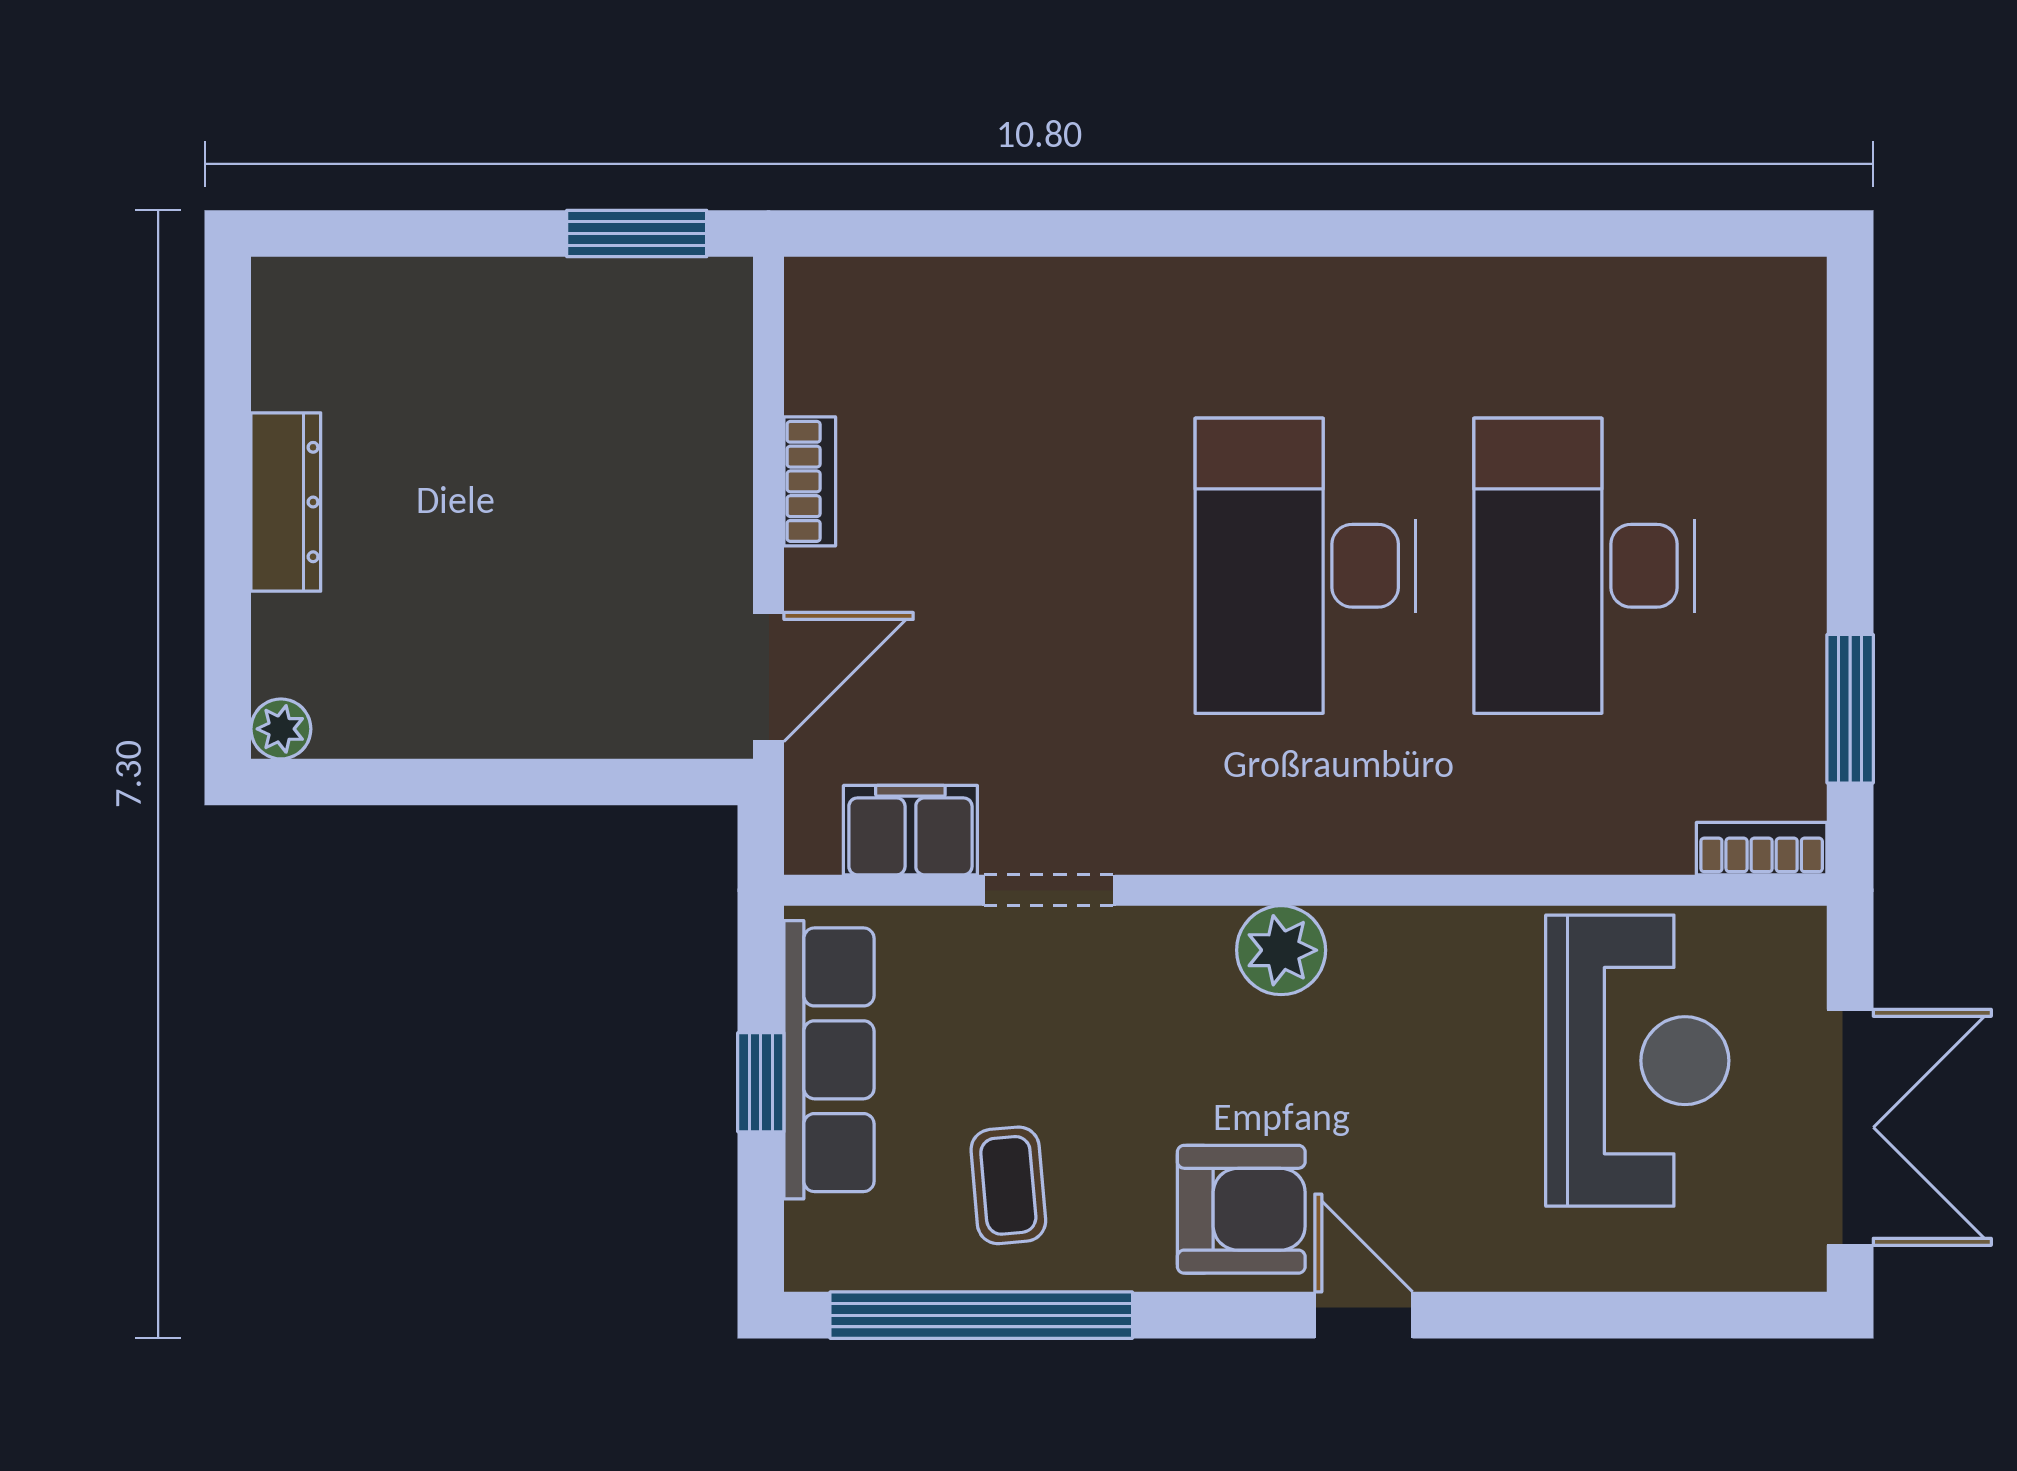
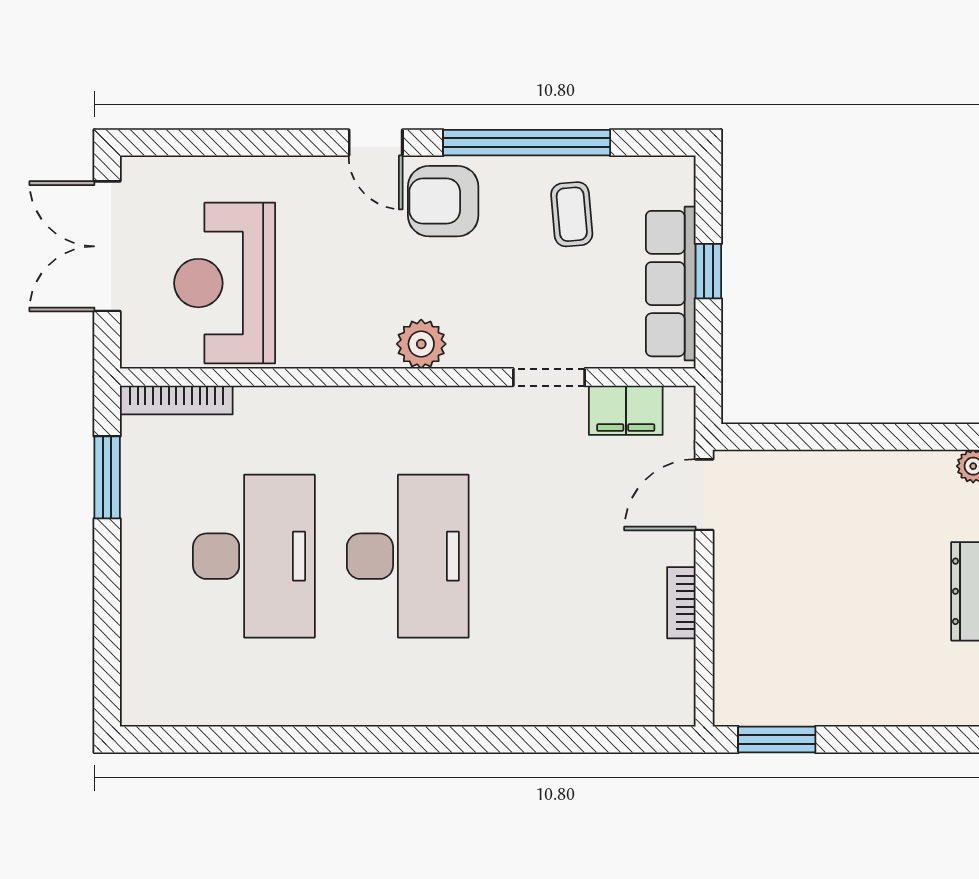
bookcase: (1762, 849) -> (176, 400), width x1.56
window: (981, 1315) -> (527, 143), moved

